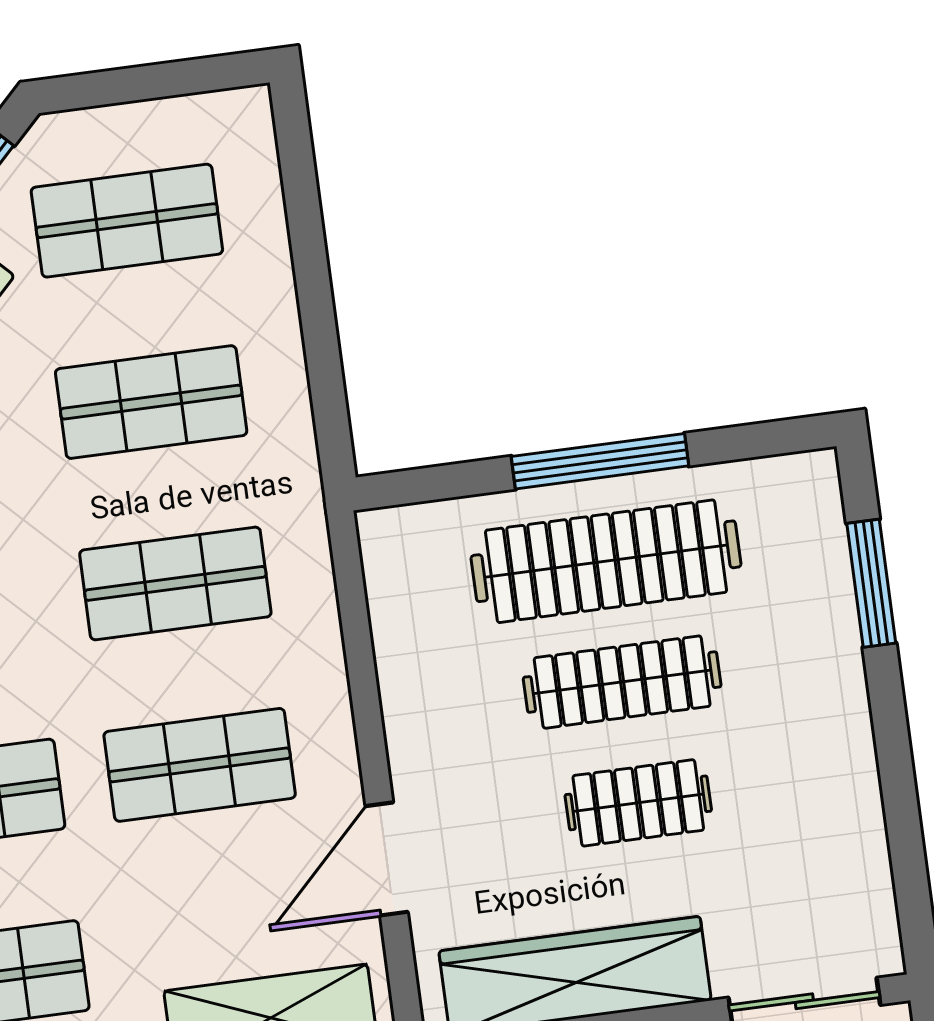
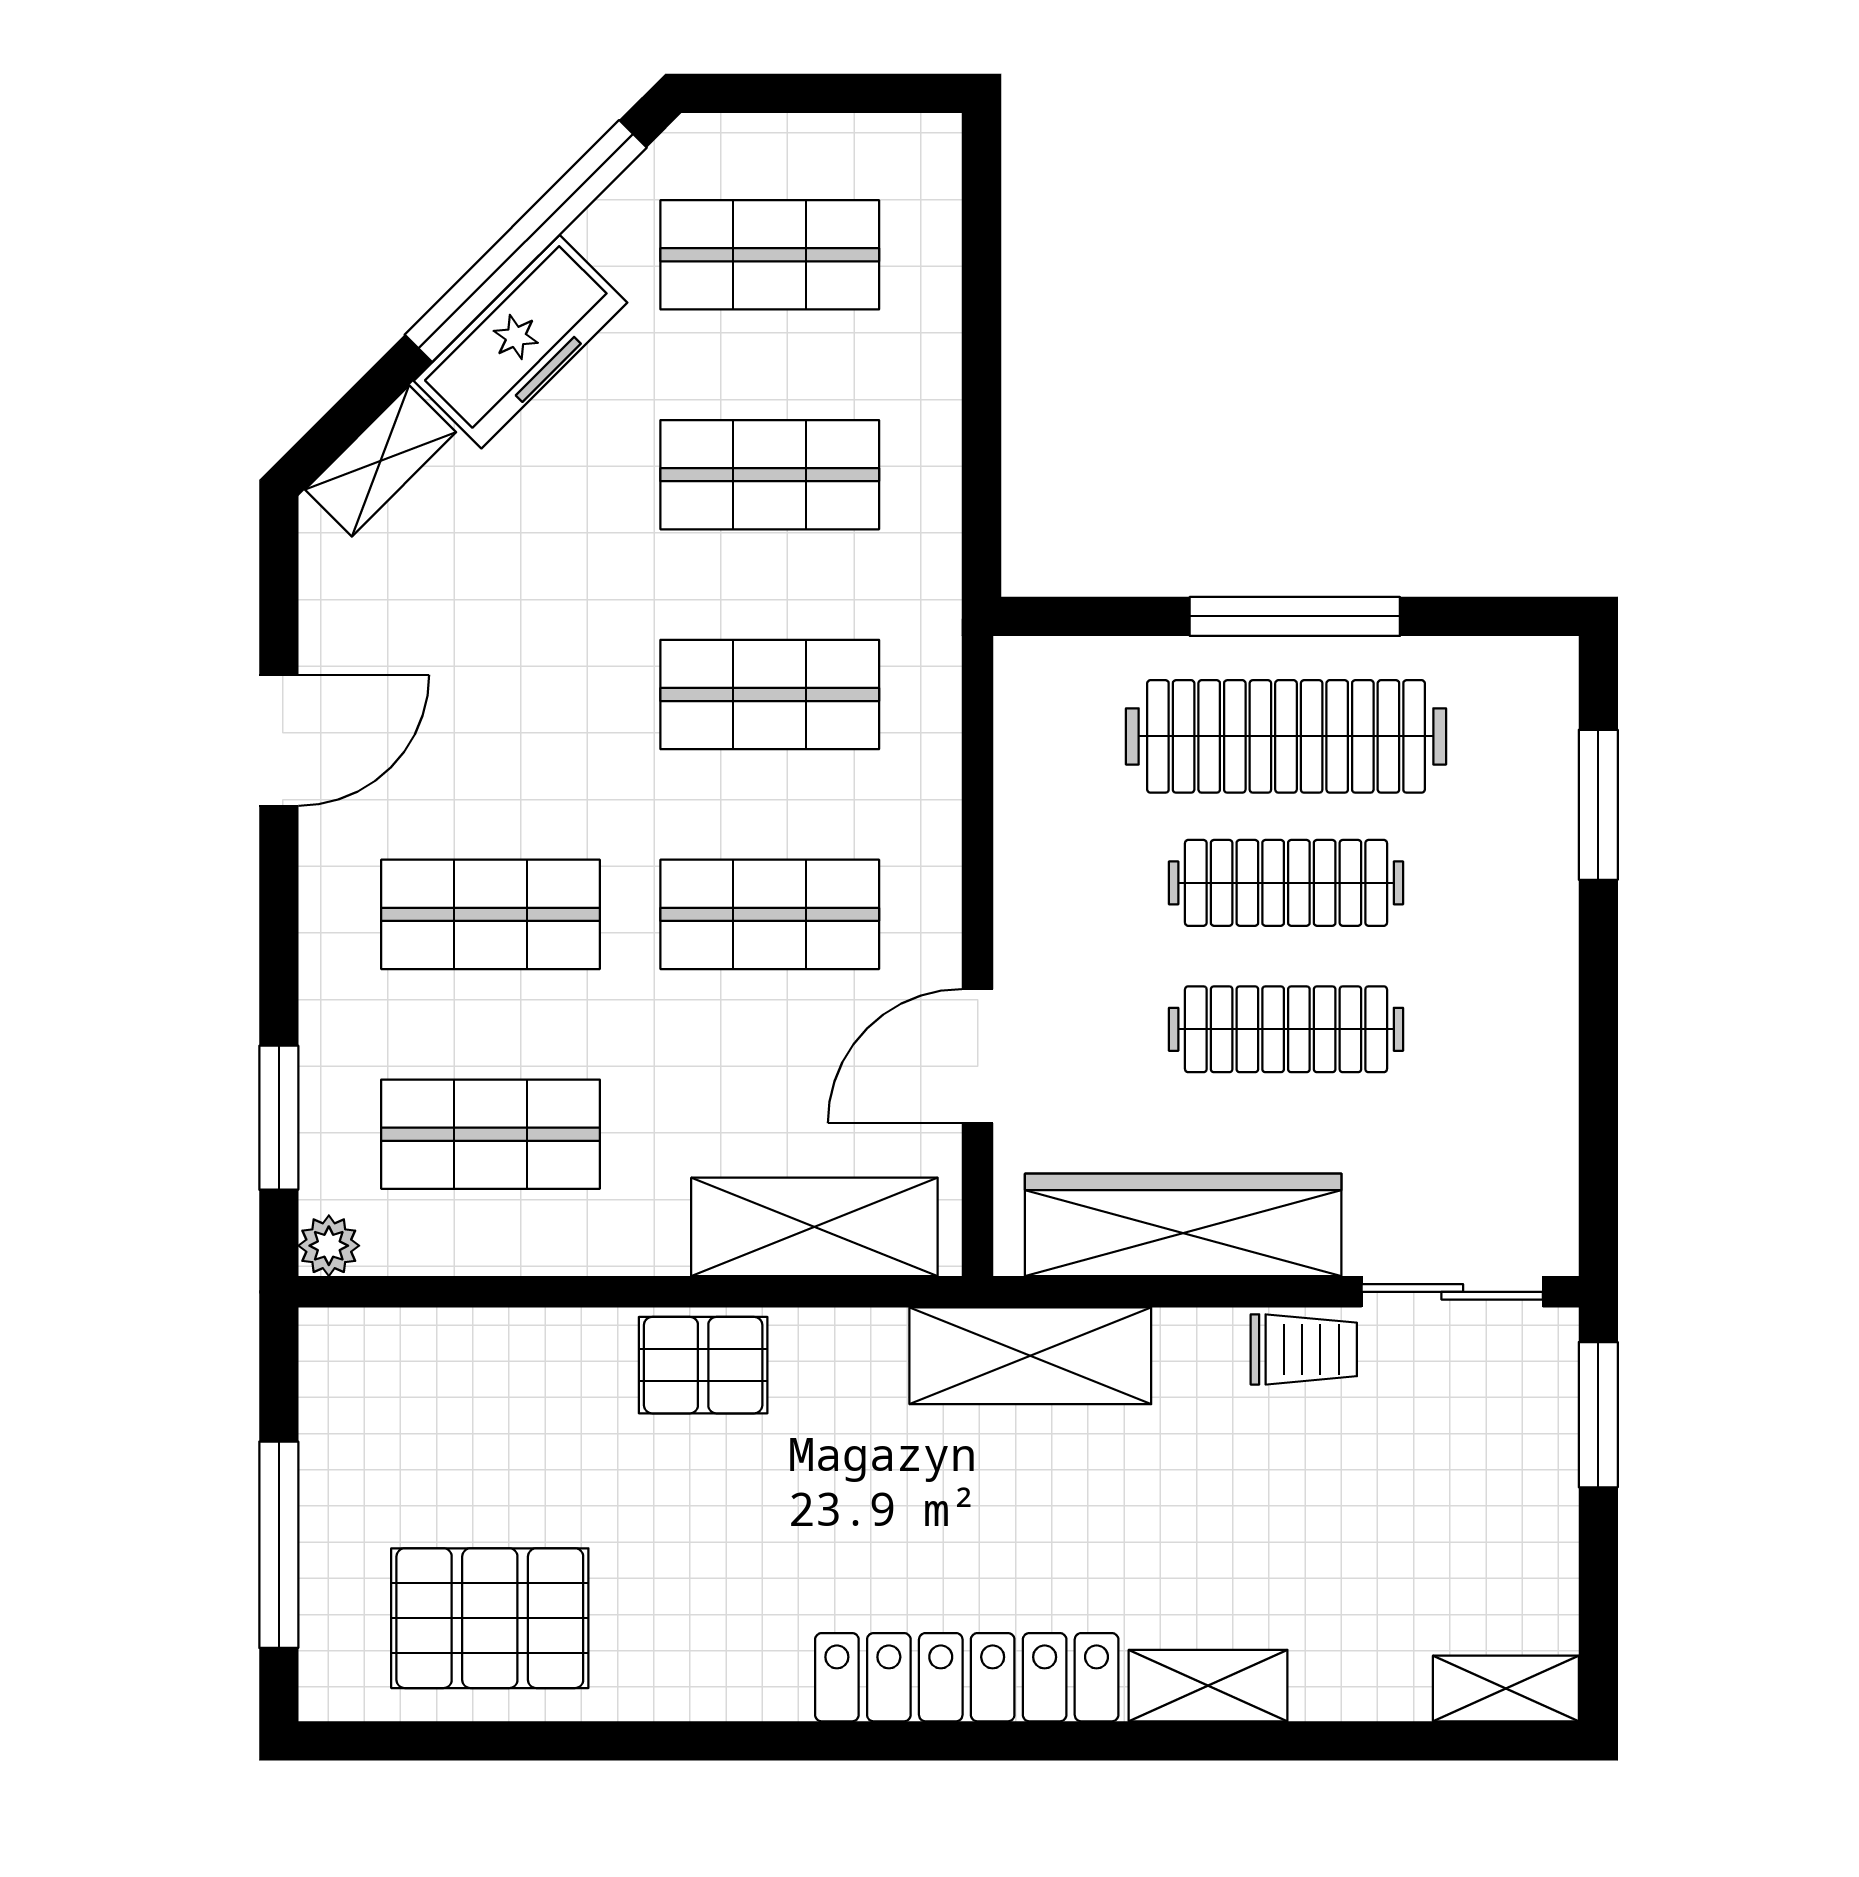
clothes rail: (638, 803) -> (1286, 1029), width x1.36

